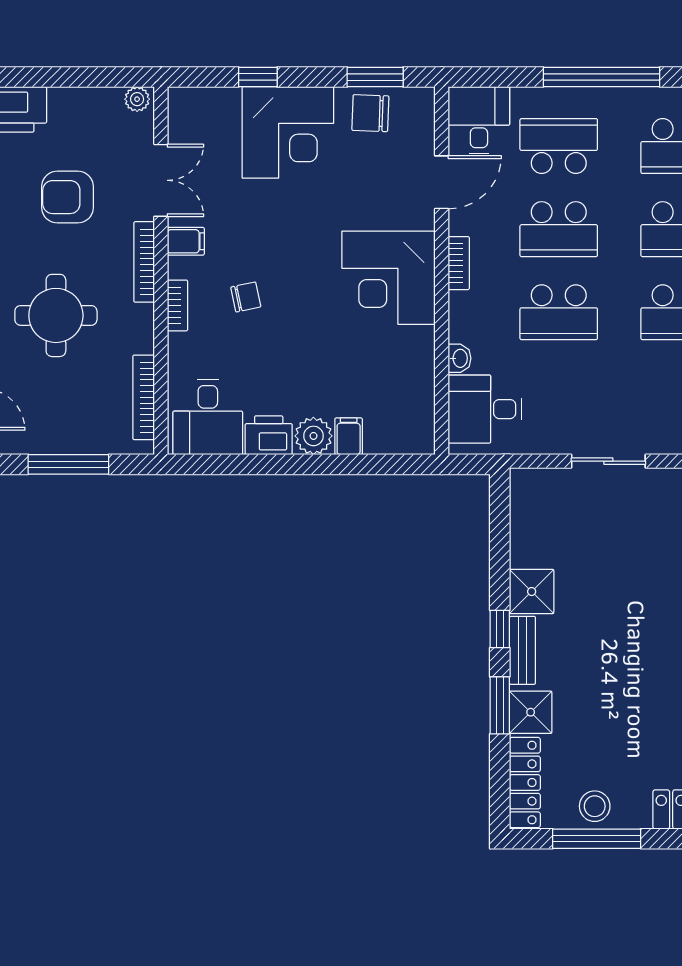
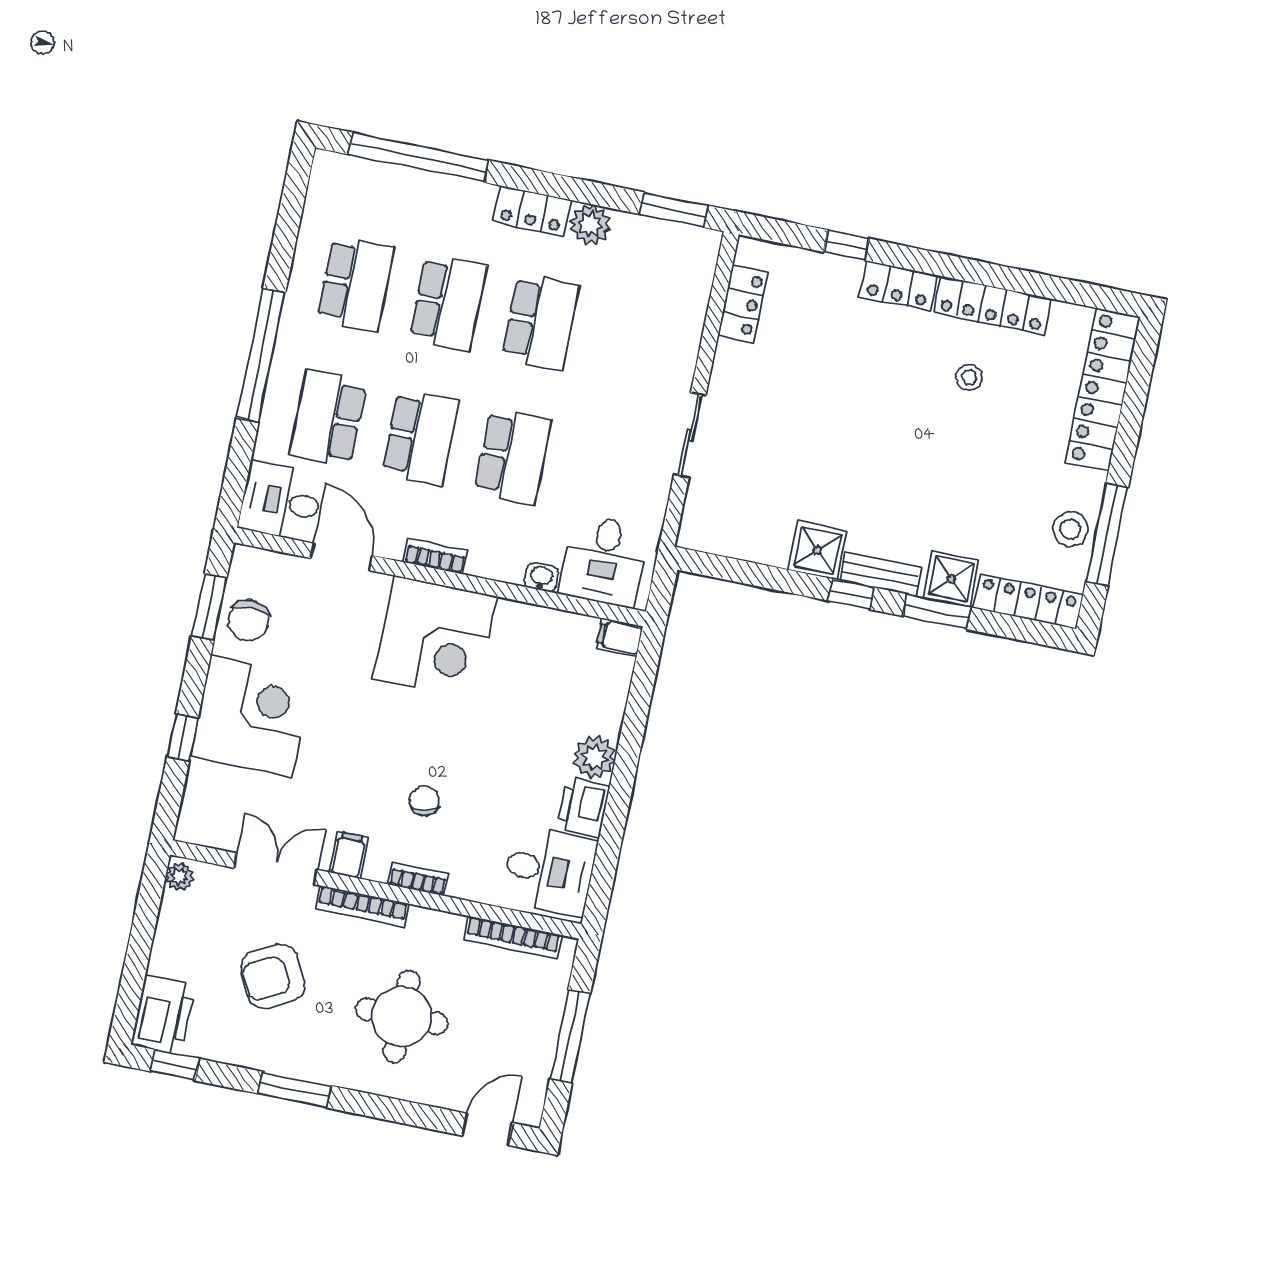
armchair: (68, 197) -> (273, 976), turned 62
filing cabinet: (349, 436) -> (619, 637), moved

